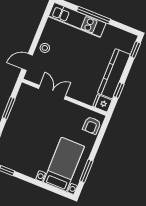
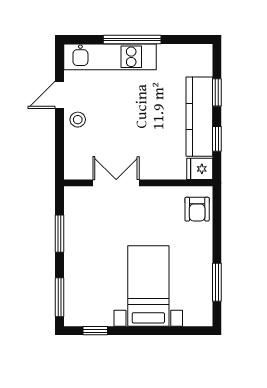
window: (135, 50) -> (217, 92), moved
door: (27, 62) -> (59, 95), moved
bed with nightstands: (64, 164) -> (148, 286), moved

